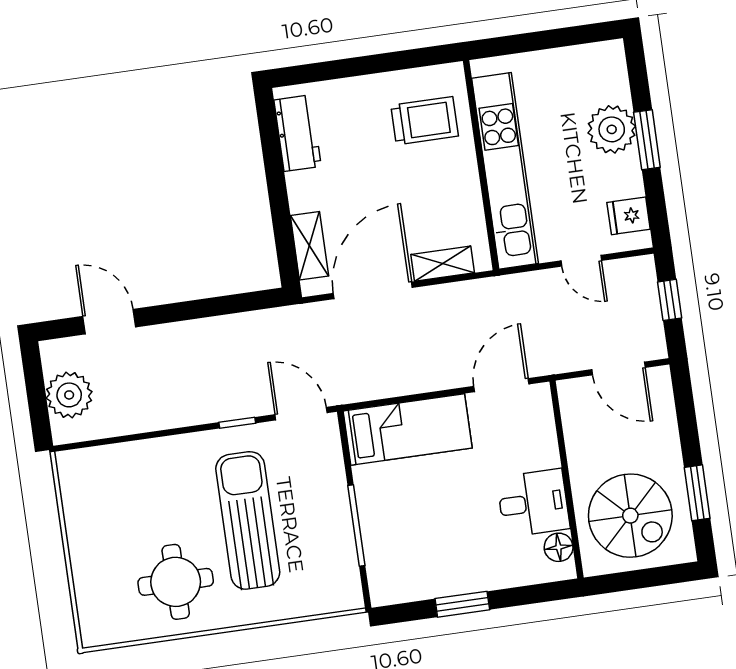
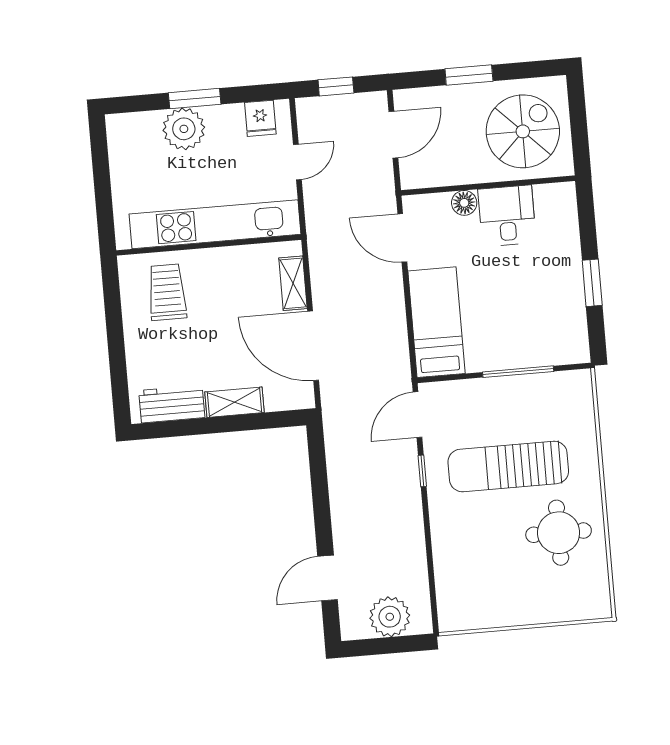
shelving: (309, 246) -> (234, 402), moved
window: (697, 493) -> (469, 75), moved
floor lamp: (559, 547) -> (464, 203), moved

